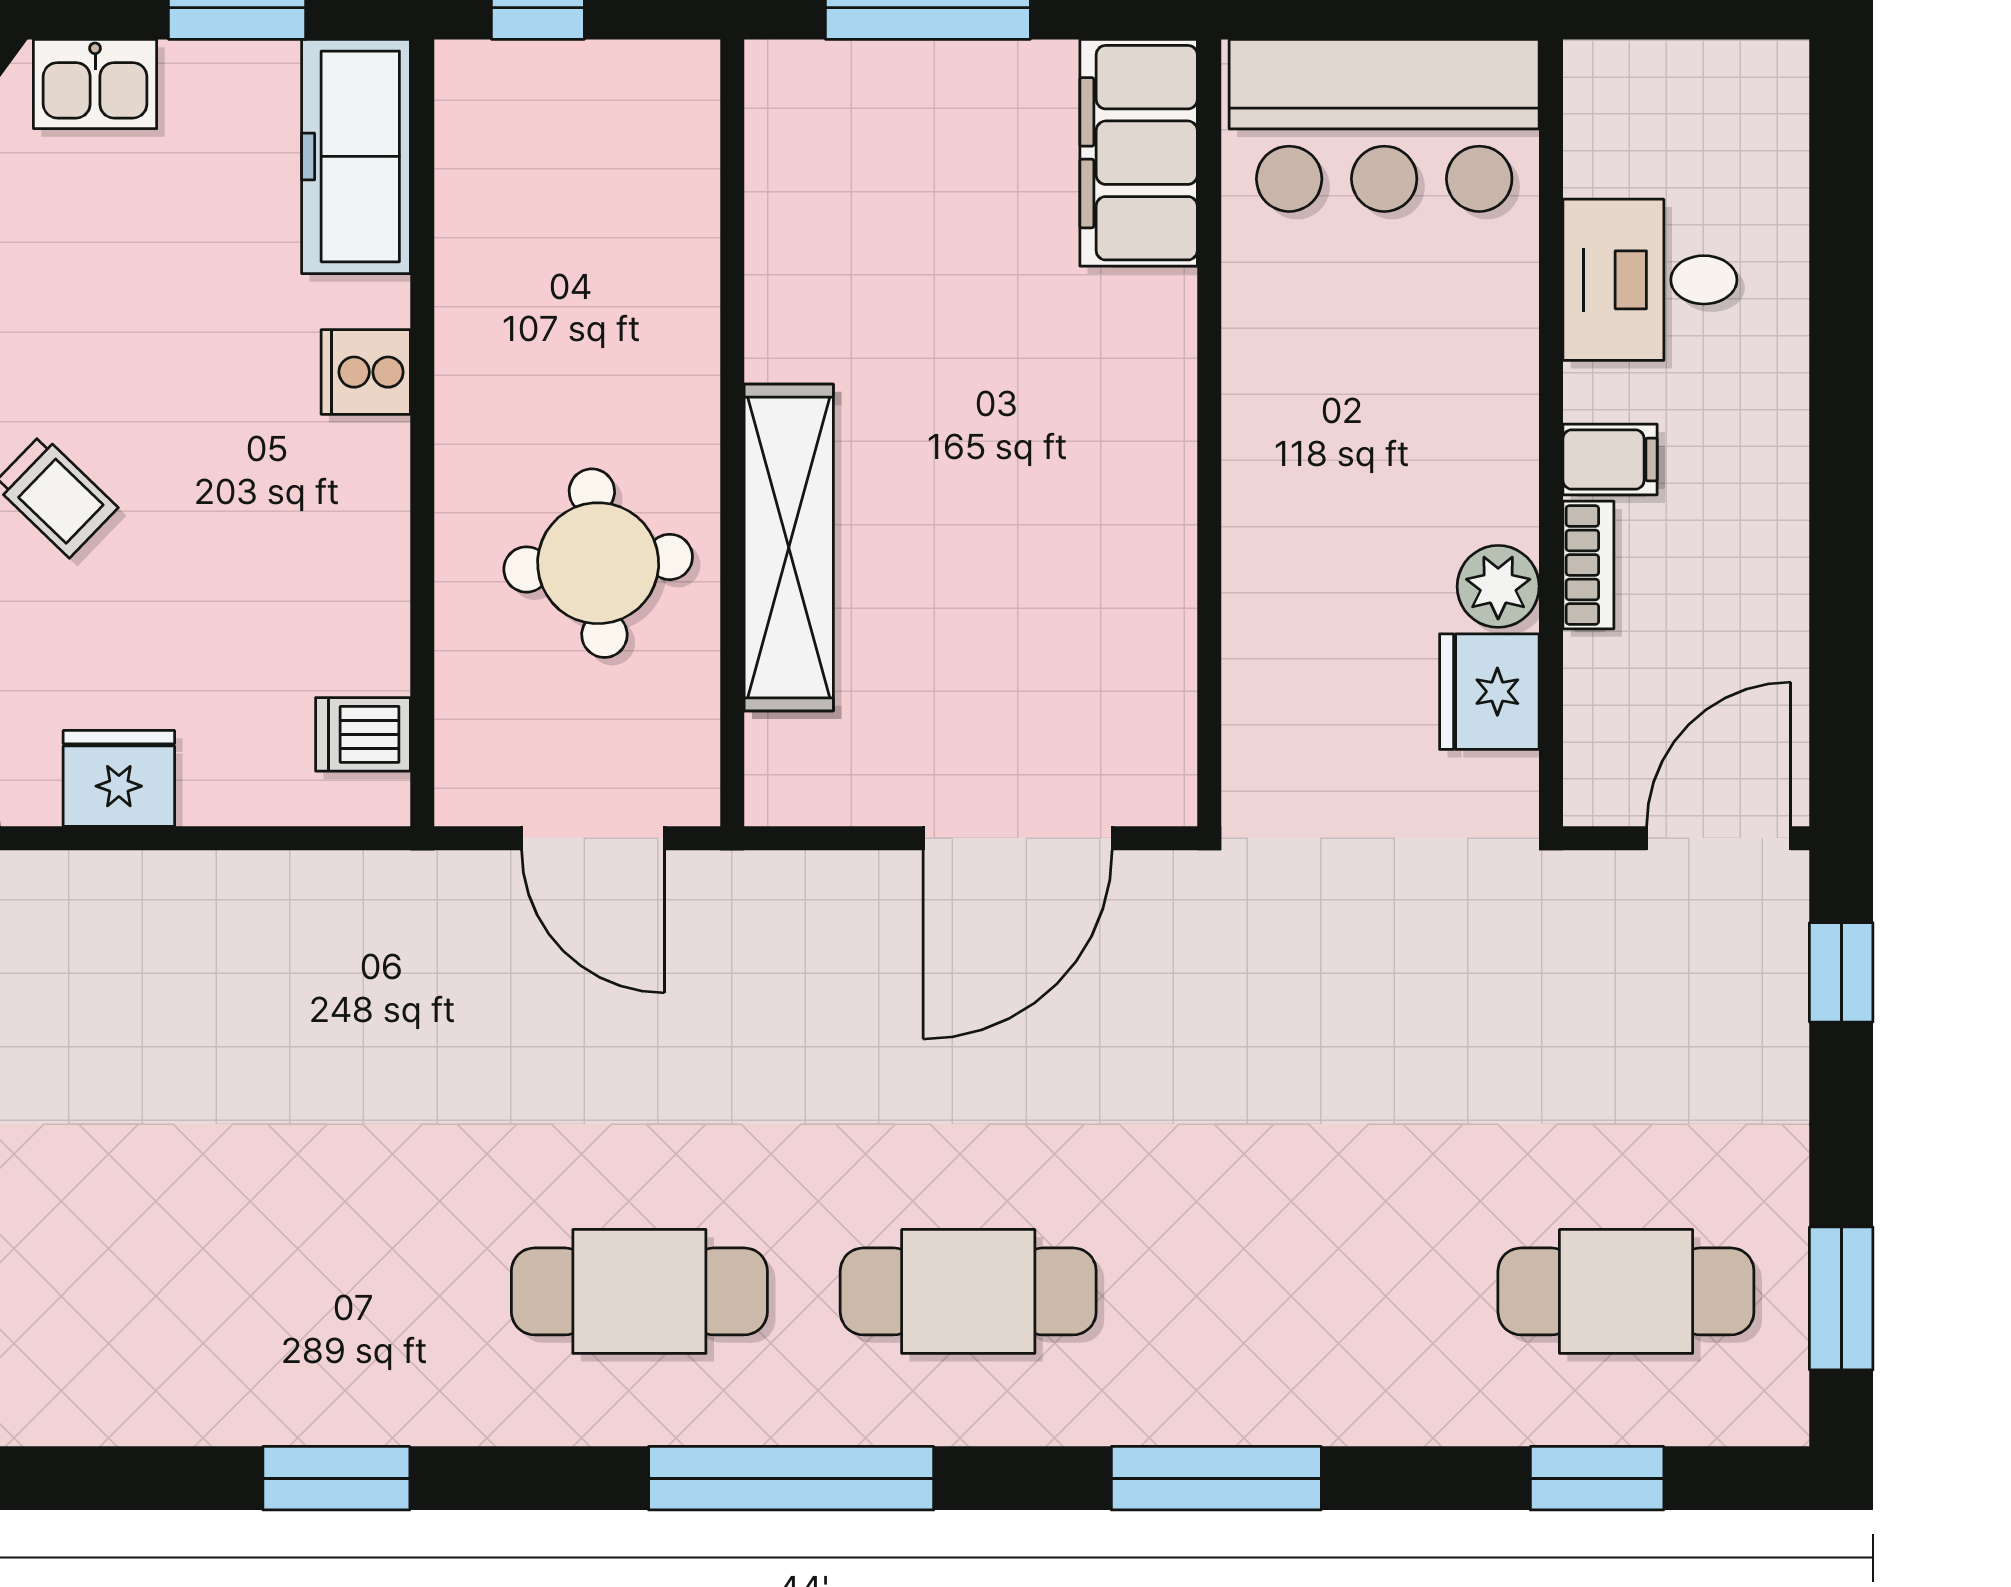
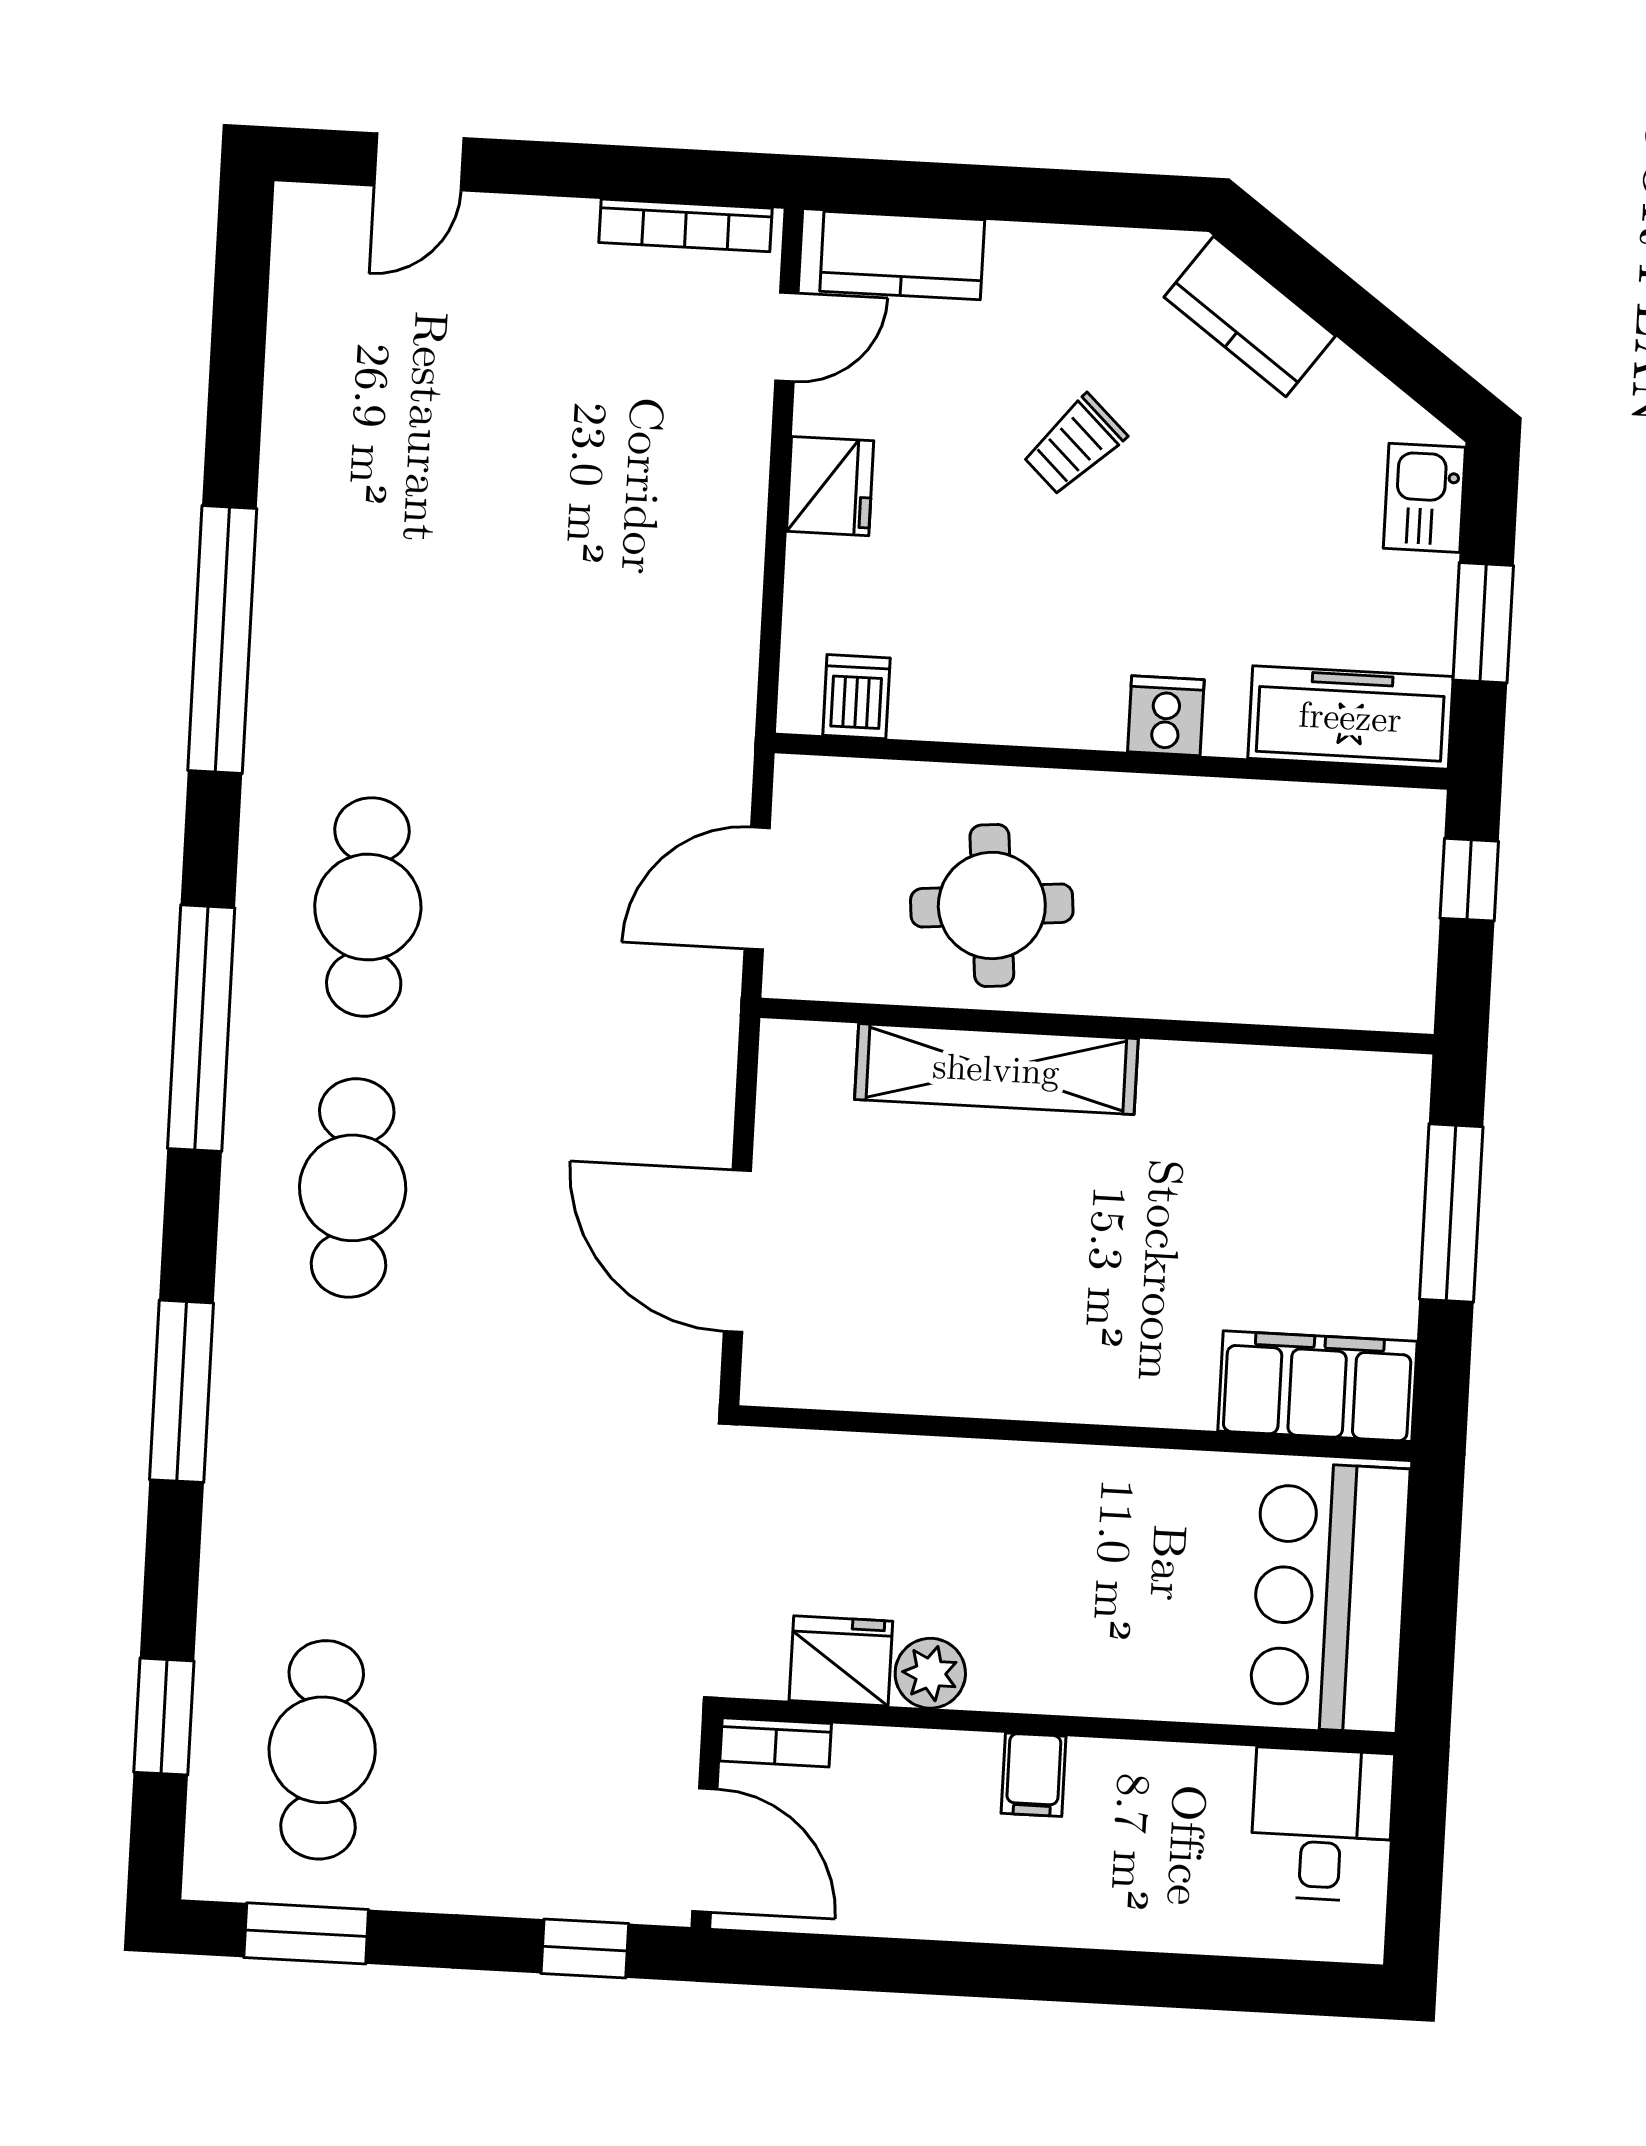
desk: (1650, 280) -> (1322, 1825), moved
bookcase: (1588, 565) -> (776, 1742), moved
window: (336, 1478) -> (222, 639), width x2.11

